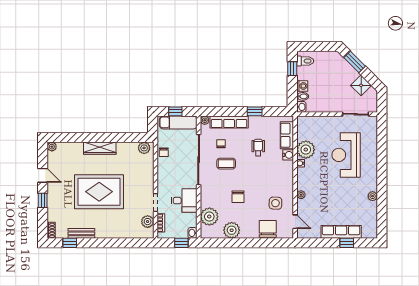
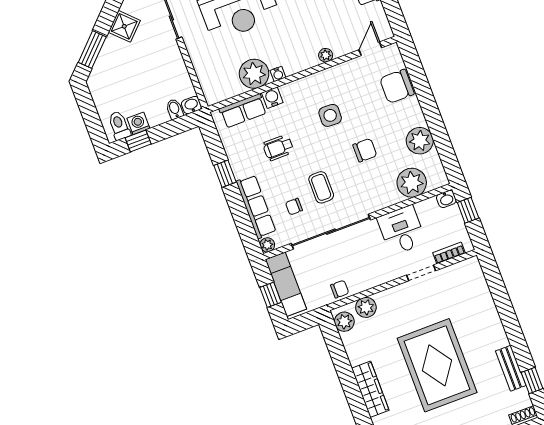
washing machine: (302, 86) -> (138, 123), moved
side table: (275, 203) -> (330, 115), moved
plant: (148, 222) -> (366, 307), moved

